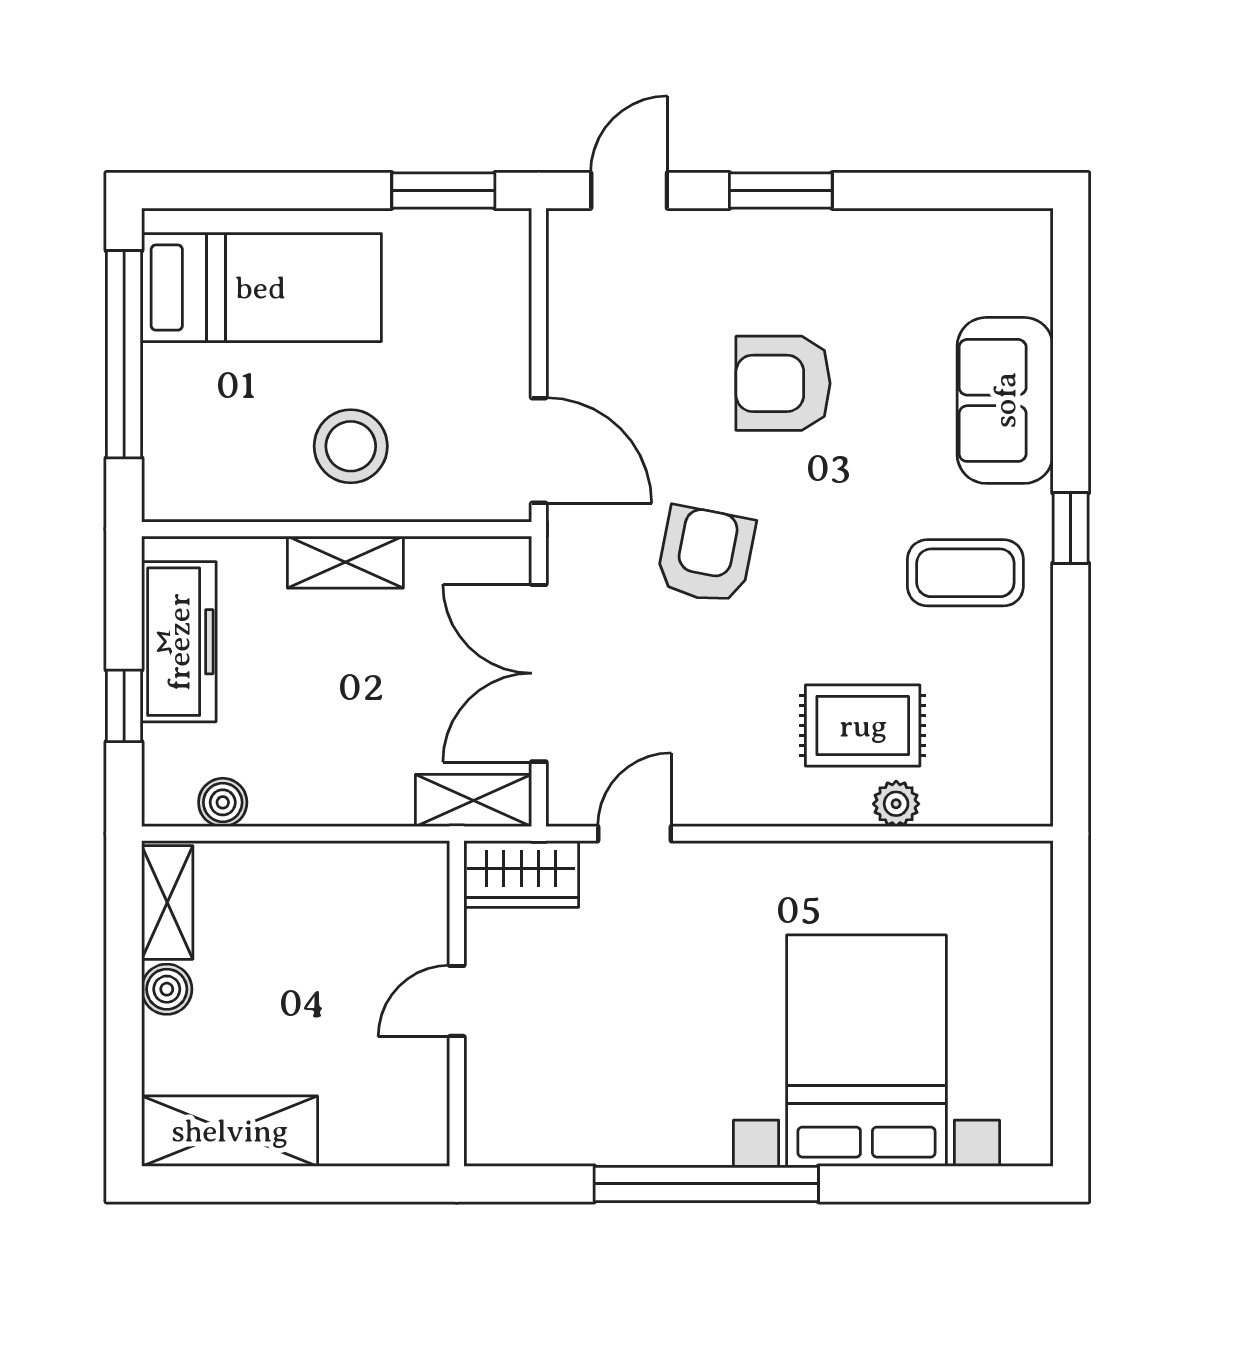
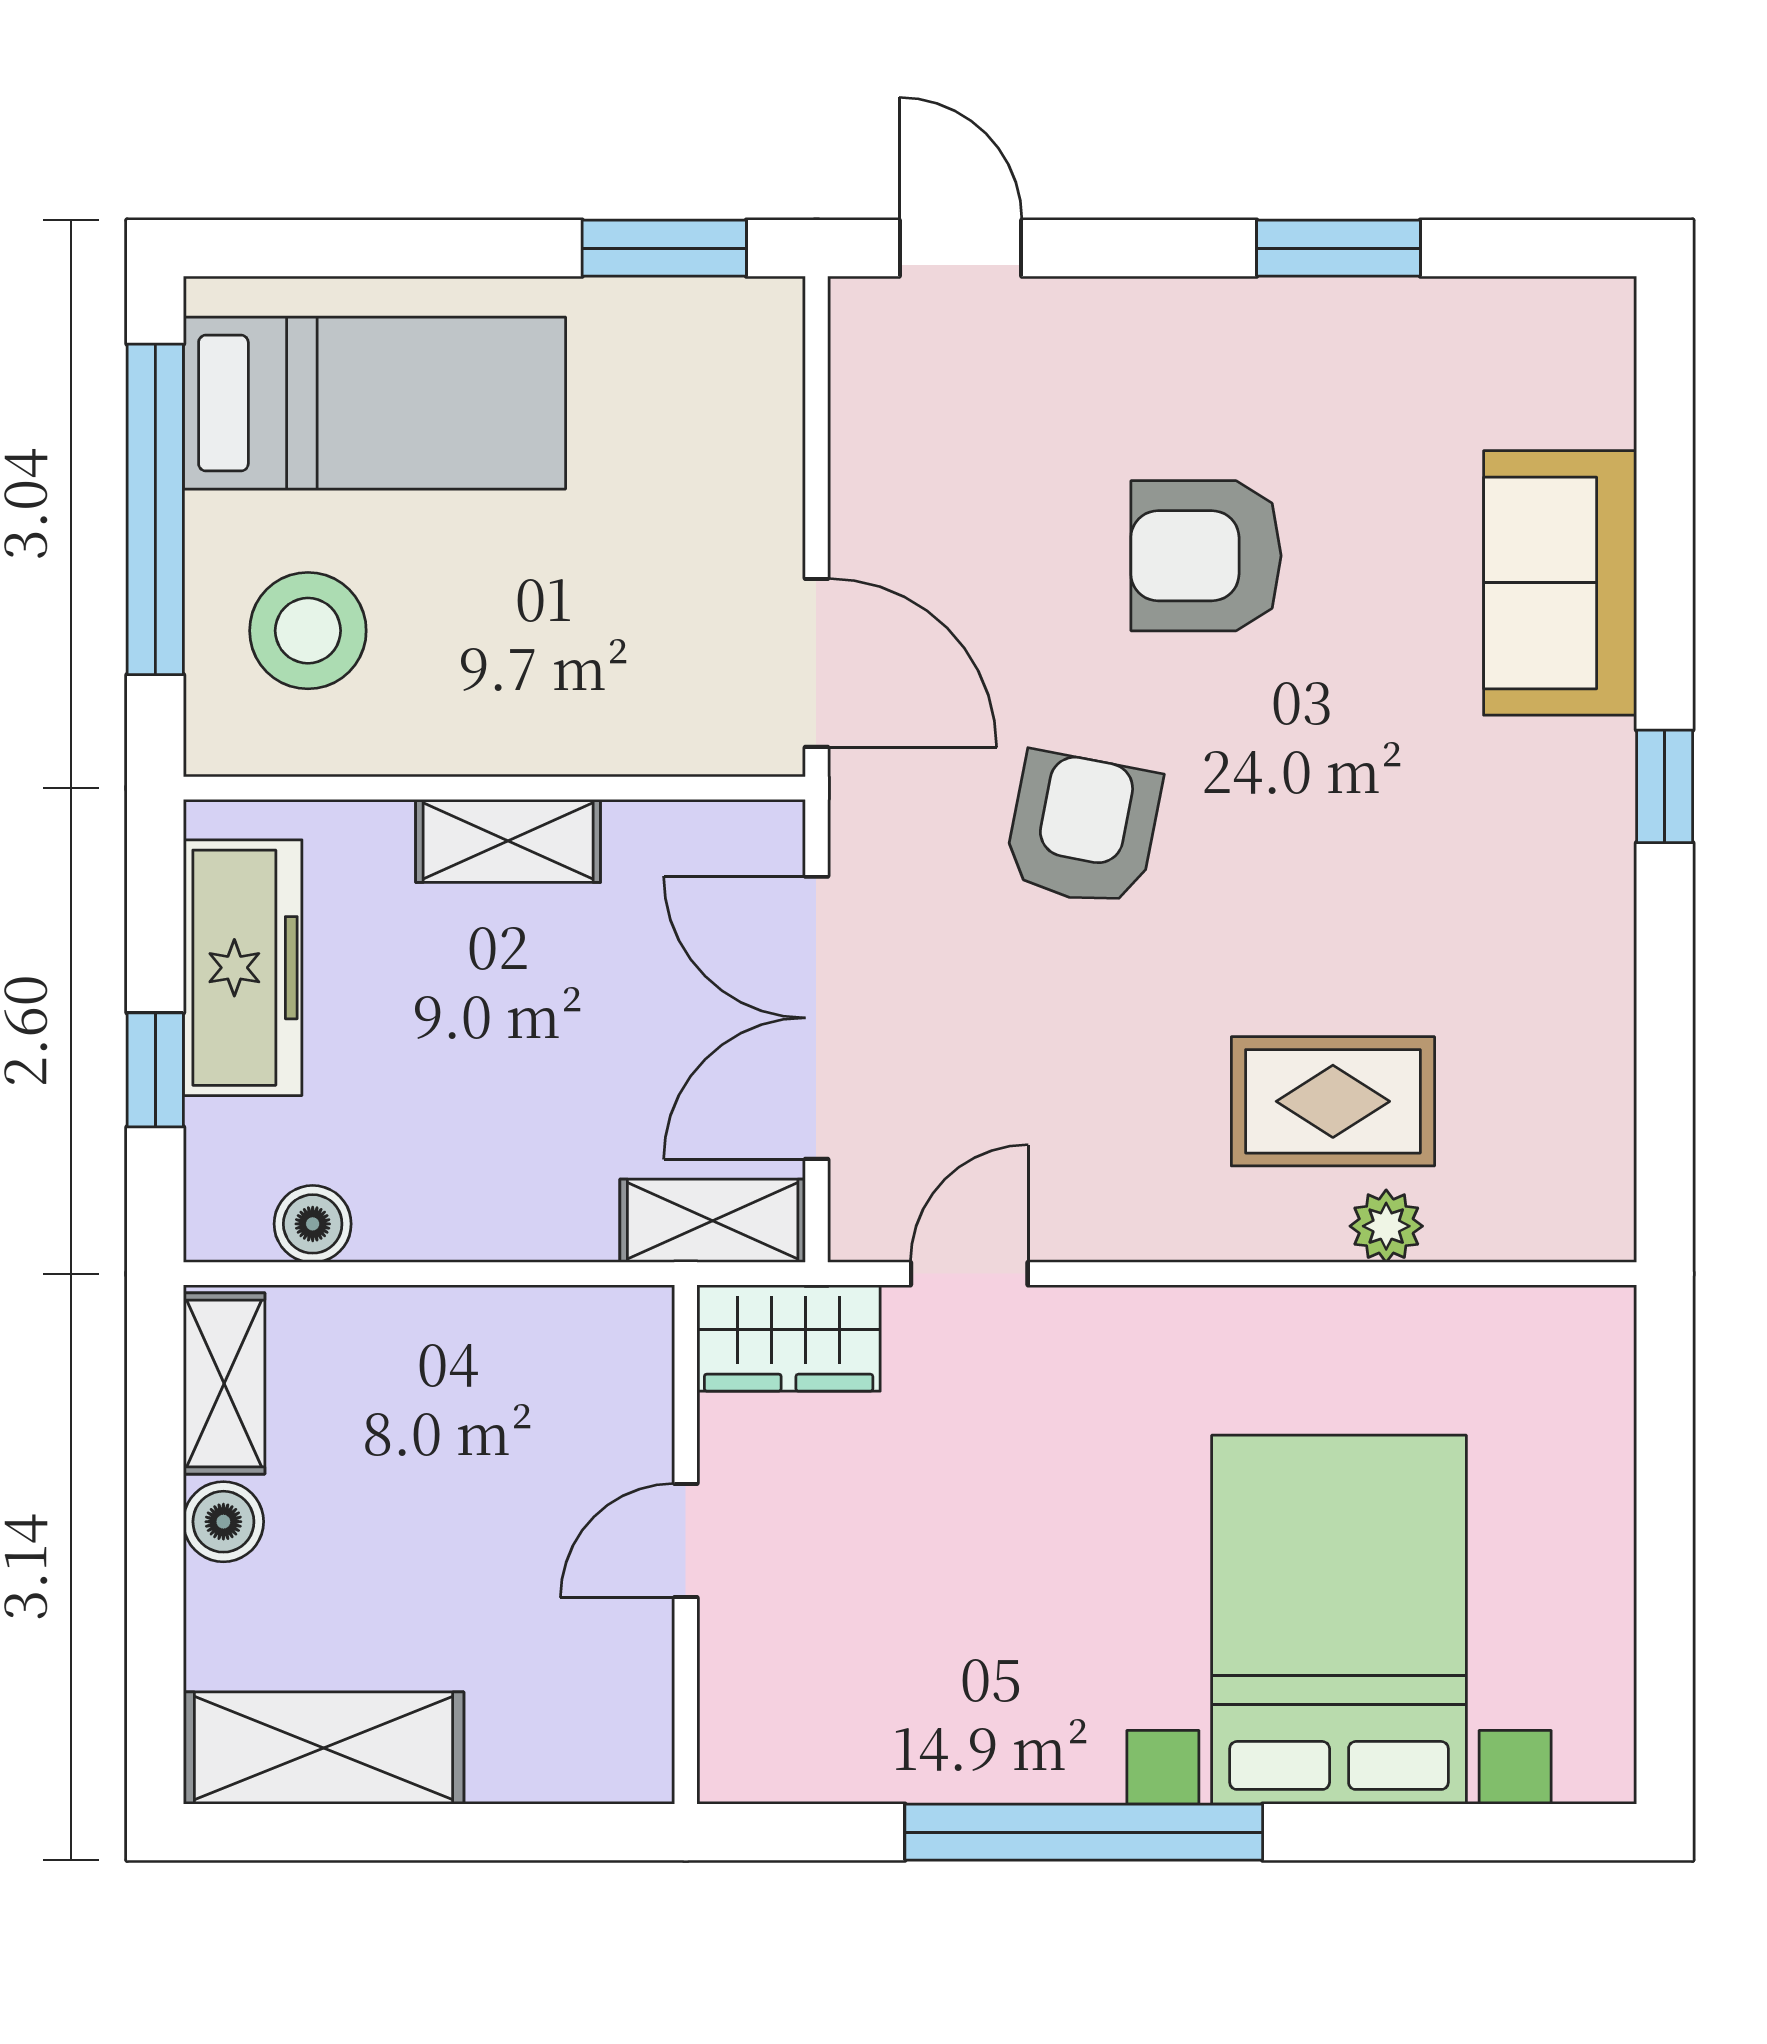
door: (629, 190) -> (960, 248), hinge flipped
window: (781, 190) -> (1339, 248), moved
stool: (351, 446) -> (308, 631), moved
coffee table: (965, 573) -> (1497, 858), removed

